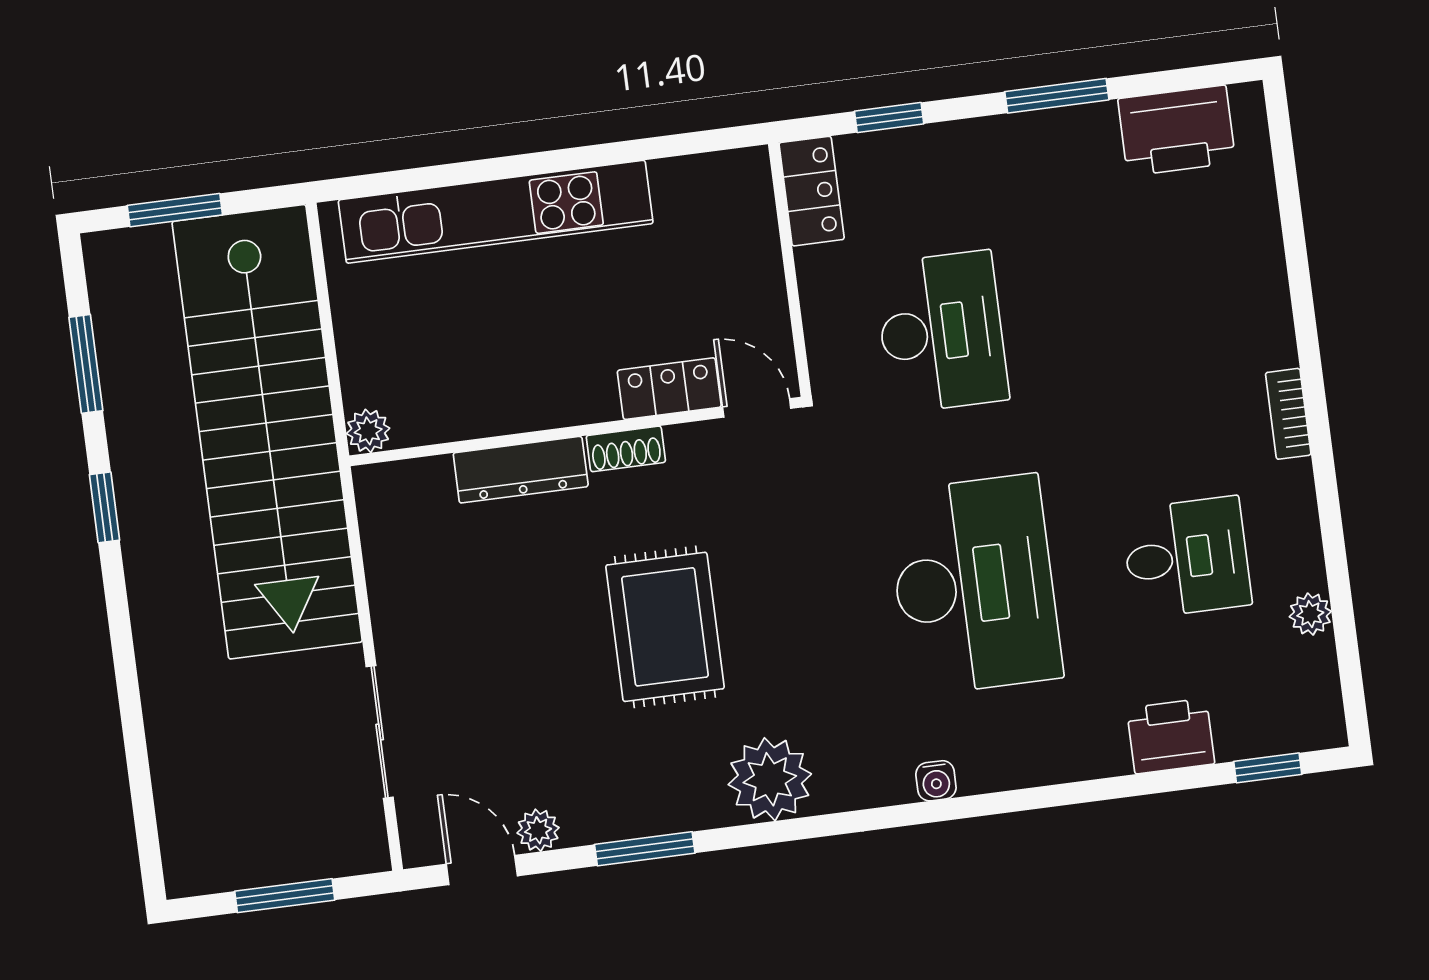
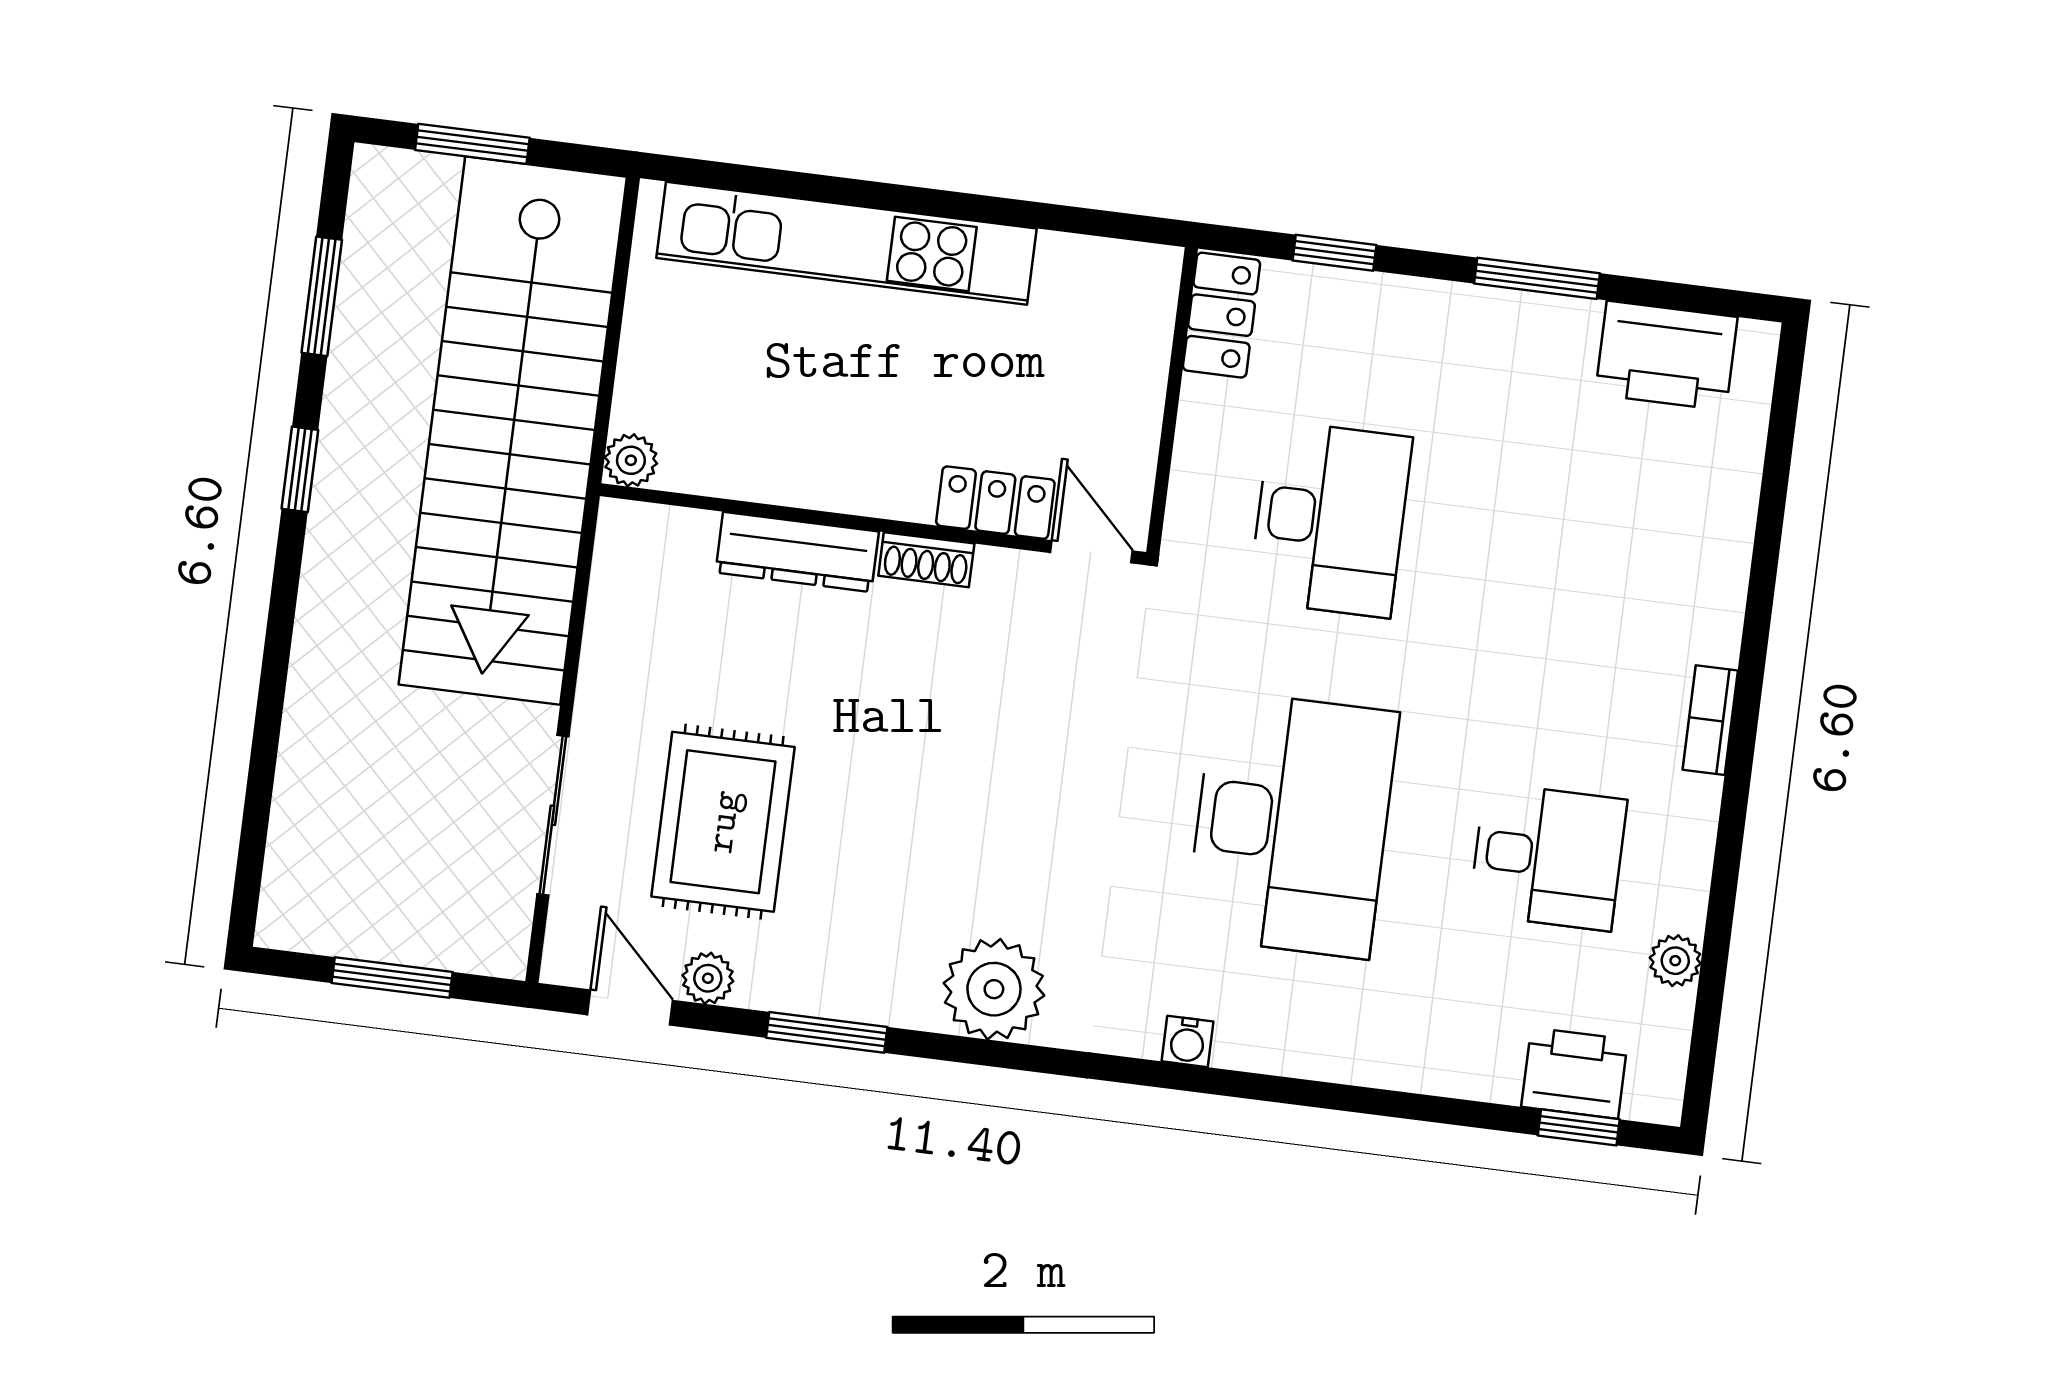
rug: (665, 627) -> (723, 822), moved
printer: (1171, 736) -> (1575, 1073), moved

